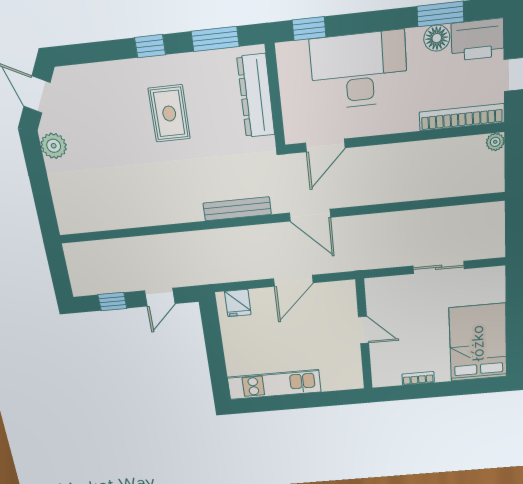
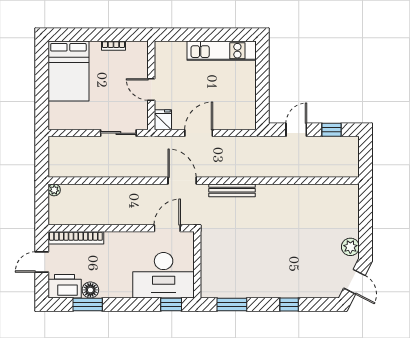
window: (150, 46) -> (289, 304), moved
desk: (359, 70) -> (164, 275), moved
dresser: (256, 96) -> (210, 266), removed
rug: (169, 113) -> (269, 260), removed
plant: (495, 142) -> (54, 190), moved
sliding door: (439, 267) -> (118, 133), moved
fridge: (238, 303) -> (163, 120), moved

